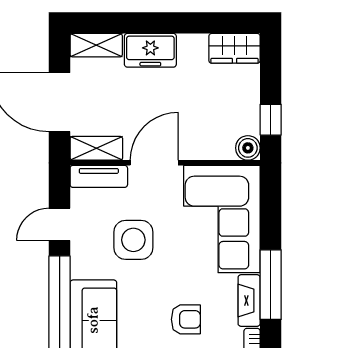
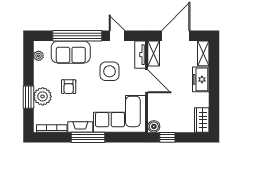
armchair: (186, 319) -> (69, 87), moved

